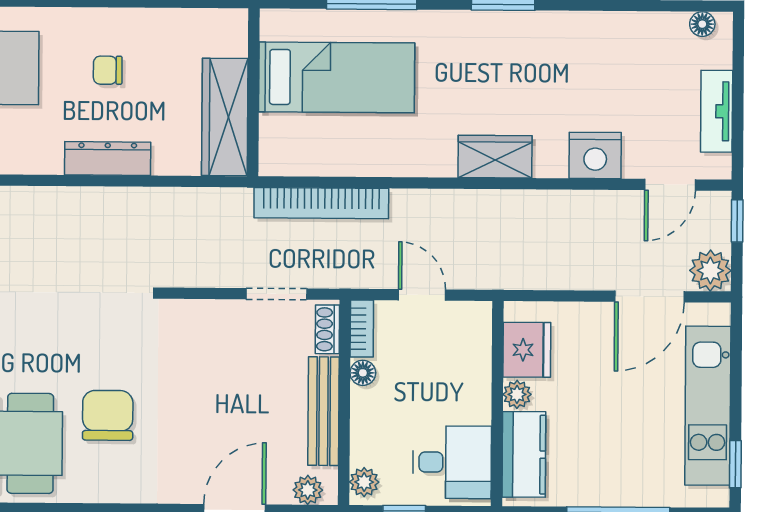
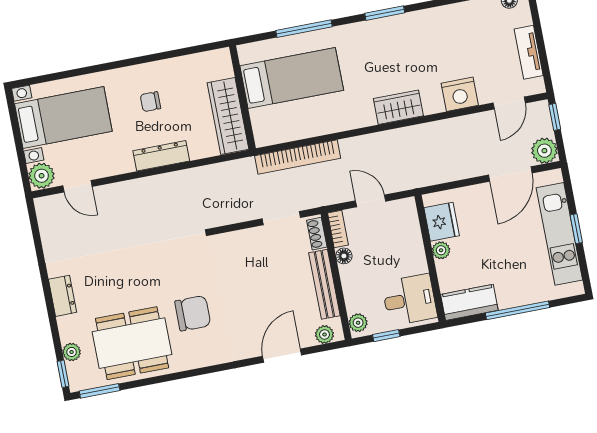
chair: (108, 415) -> (193, 313), turned 90
kitchen counter: (524, 454) -> (469, 302), moved, turned -90
window: (735, 464) -> (576, 229), moved

